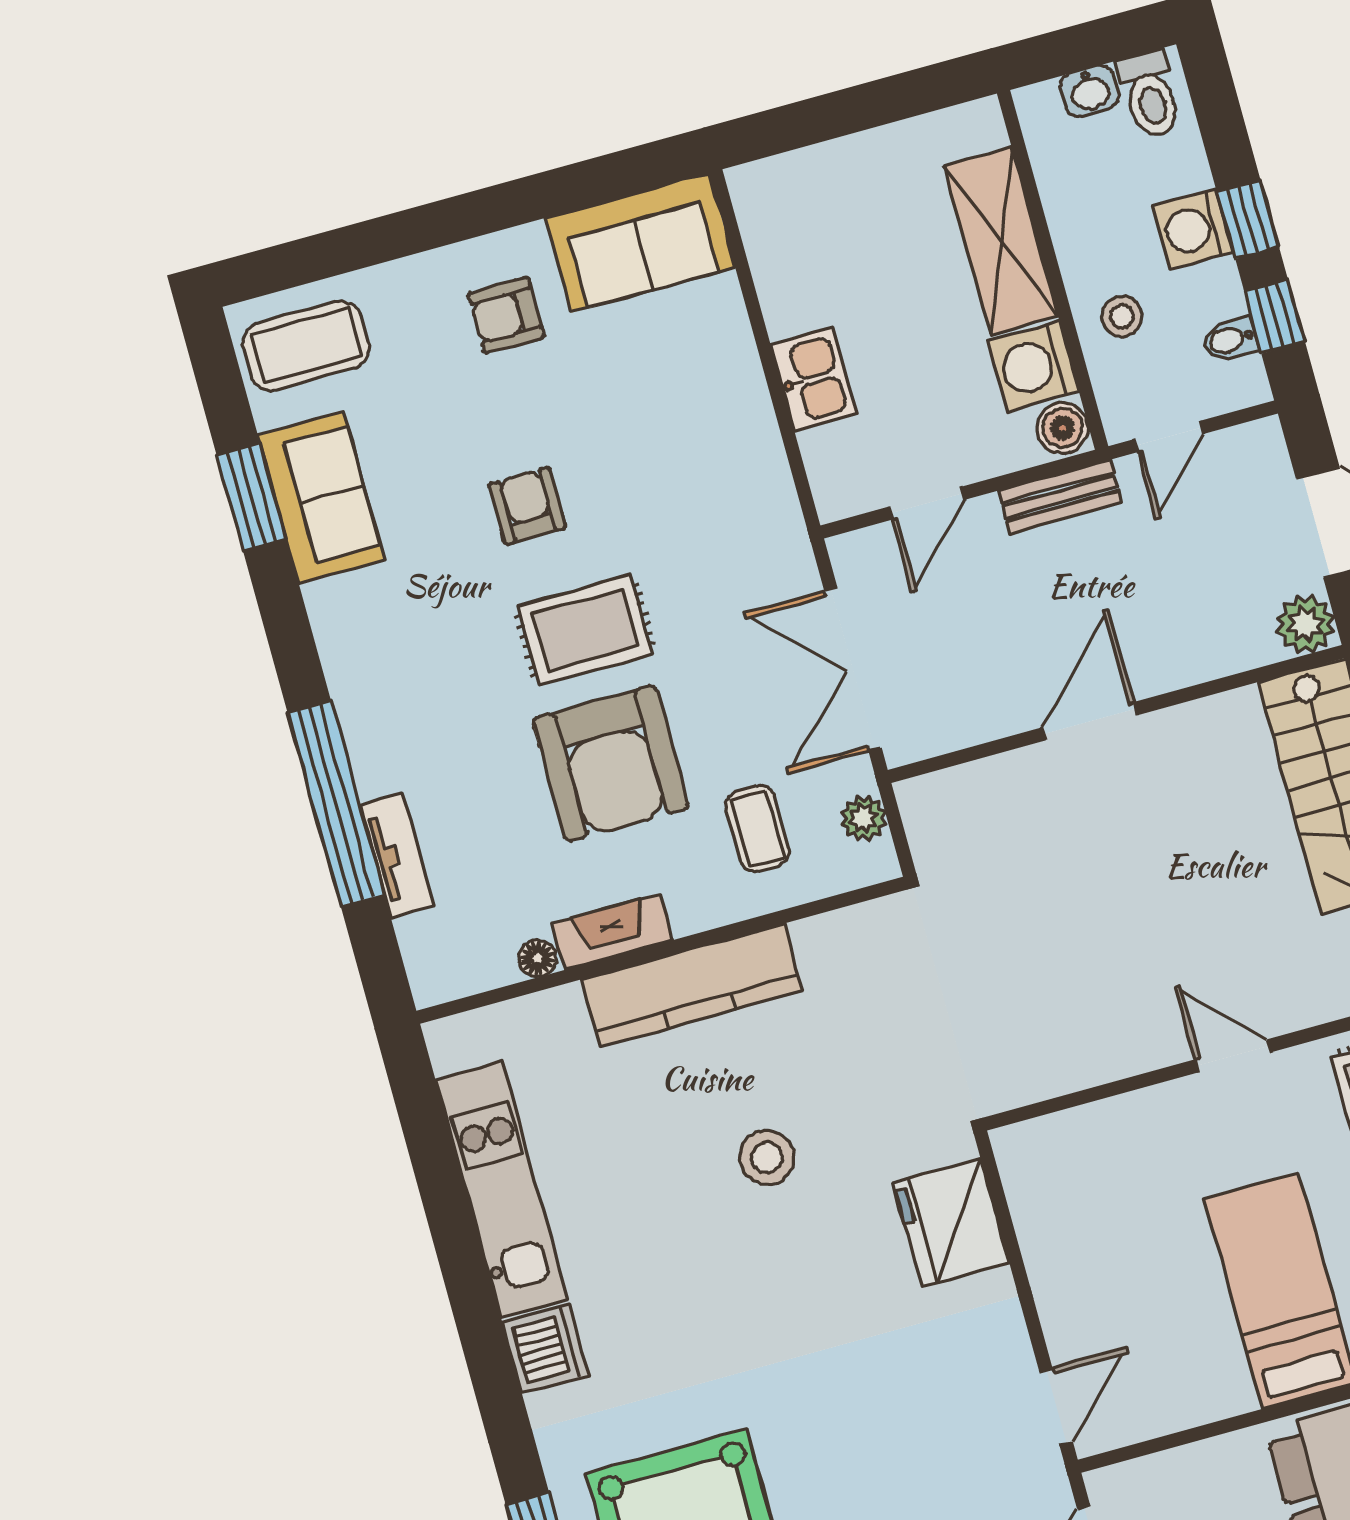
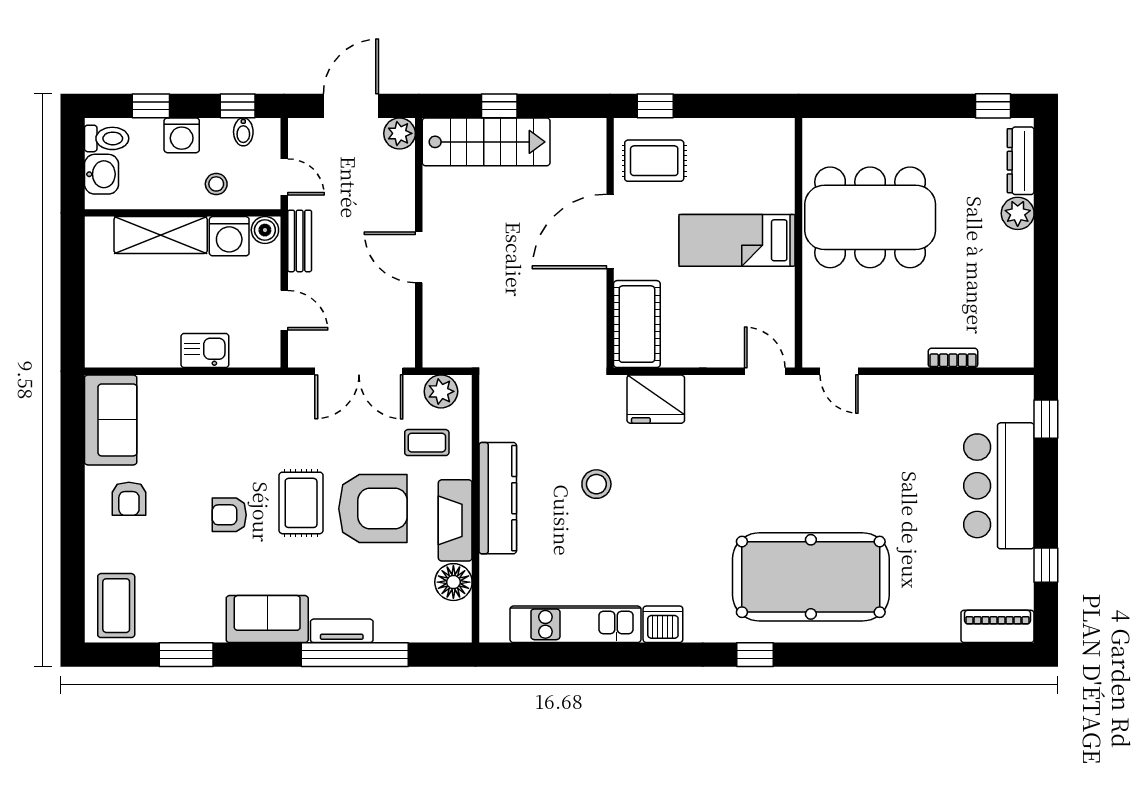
washbasin: (1090, 91) -> (101, 174), width x1.38, depth x1.45
window: (1248, 219) -> (151, 106), moved
sofa: (321, 497) -> (267, 619), moved
plant: (863, 818) -> (441, 391), width x1.38, depth x1.38
tv unit: (397, 855) -> (342, 631), moved
fireplace: (612, 932) -> (455, 520), width x1.37, depth x1.32
floor lamp: (538, 958) -> (453, 582), width x1.89, depth x1.89
door: (1233, 1056) -> (610, 231), width x1.87
cot: (1078, 1151) -> (637, 324), added

